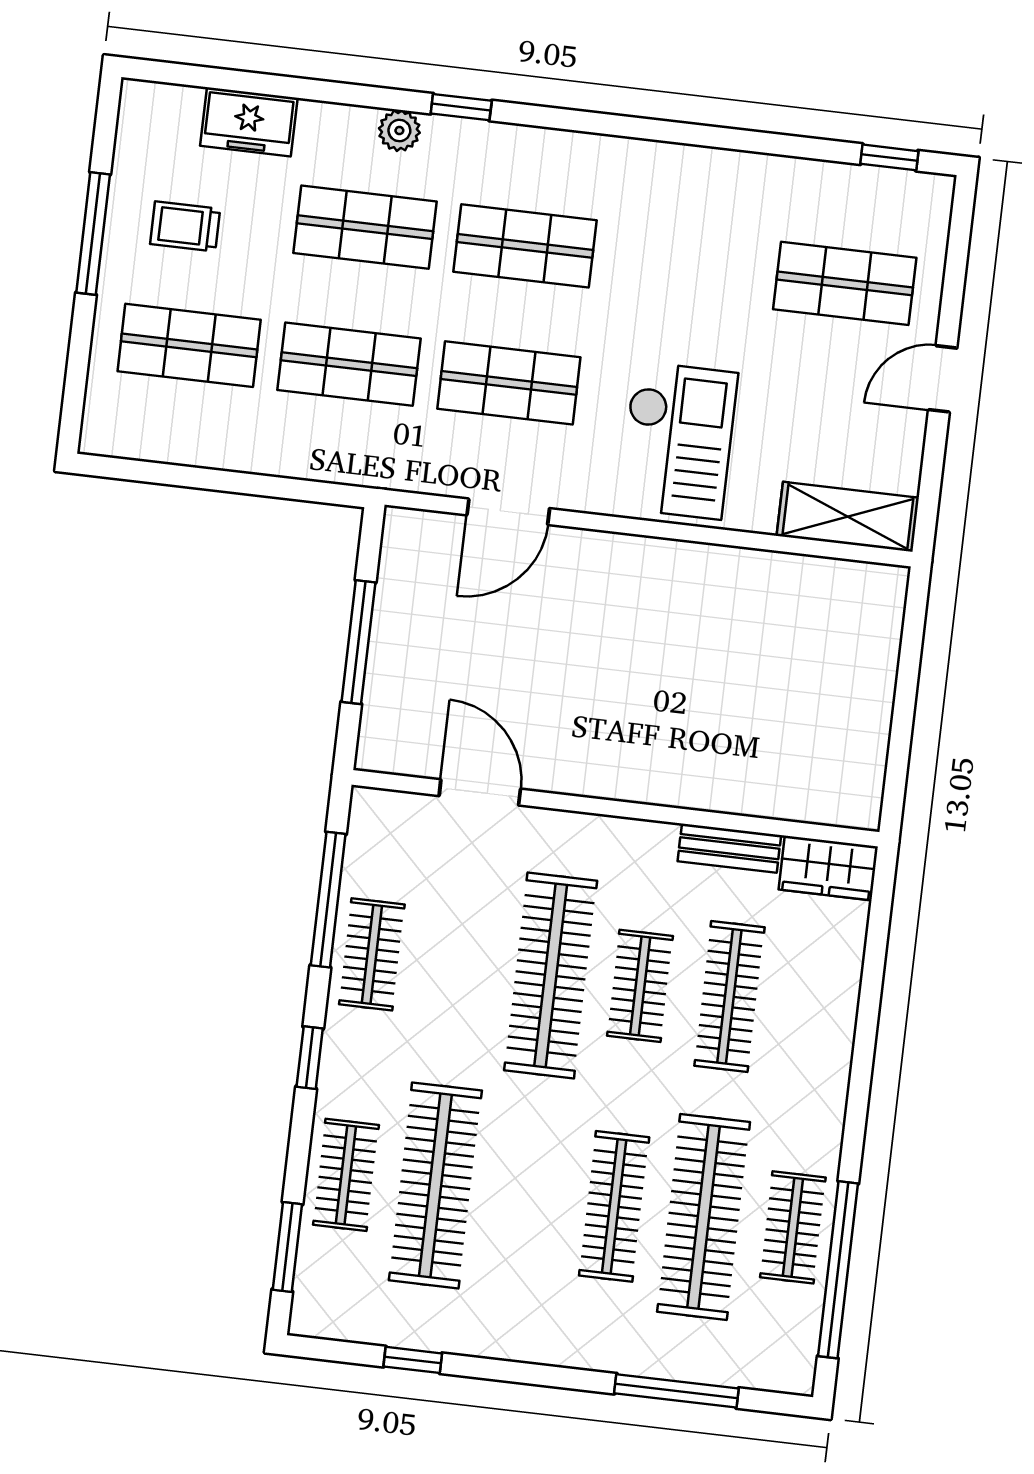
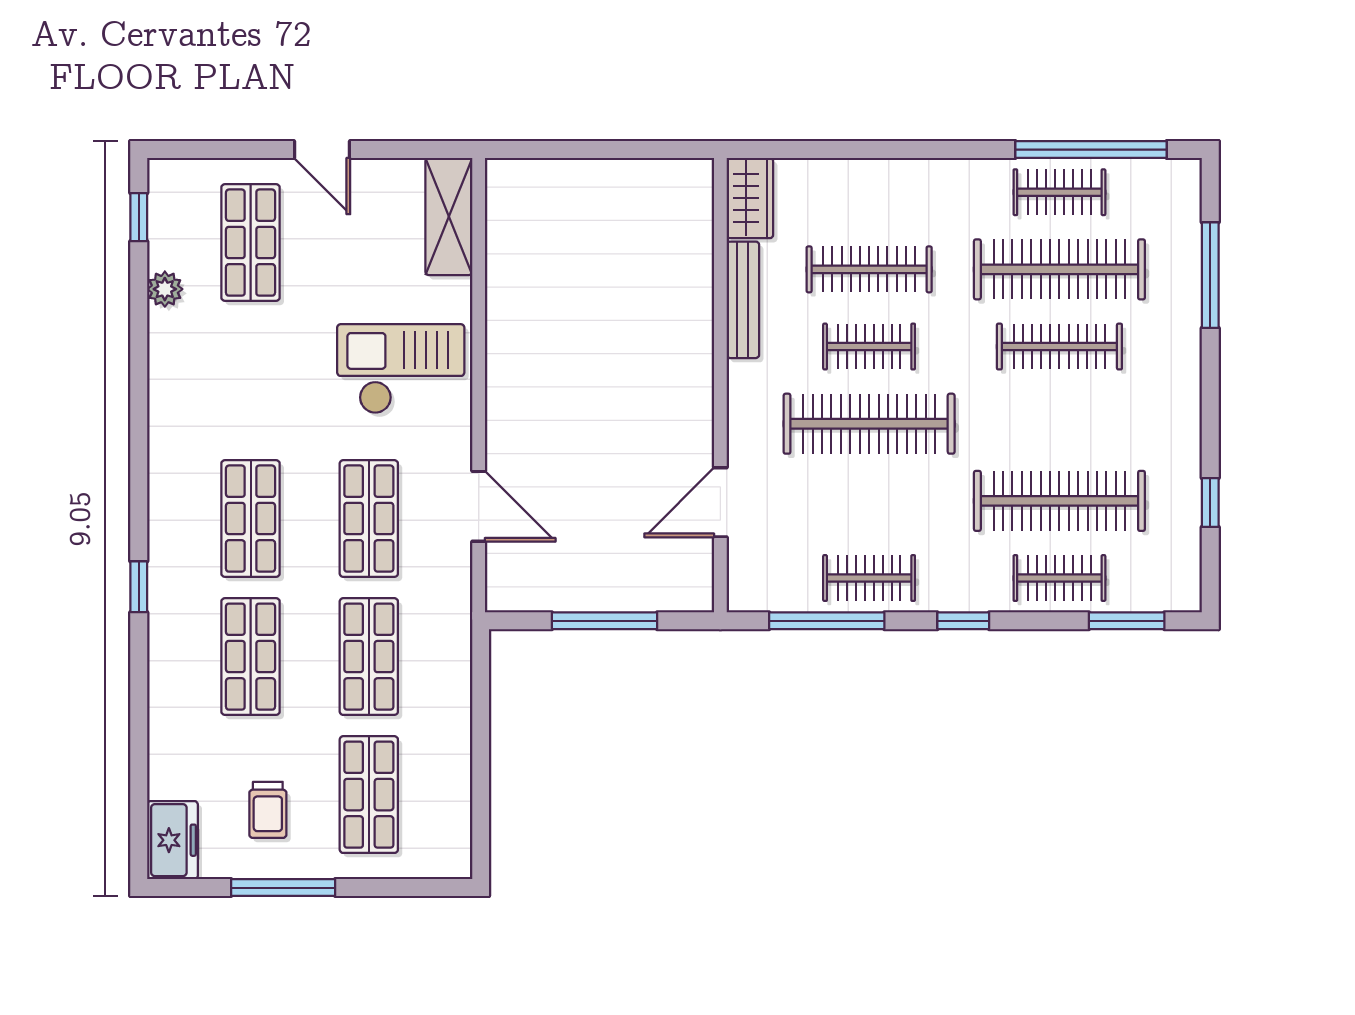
freezer: (249, 122) -> (172, 840), moved
plant: (399, 130) -> (165, 289), moved
bench: (729, 848) -> (743, 300), width x1.36

